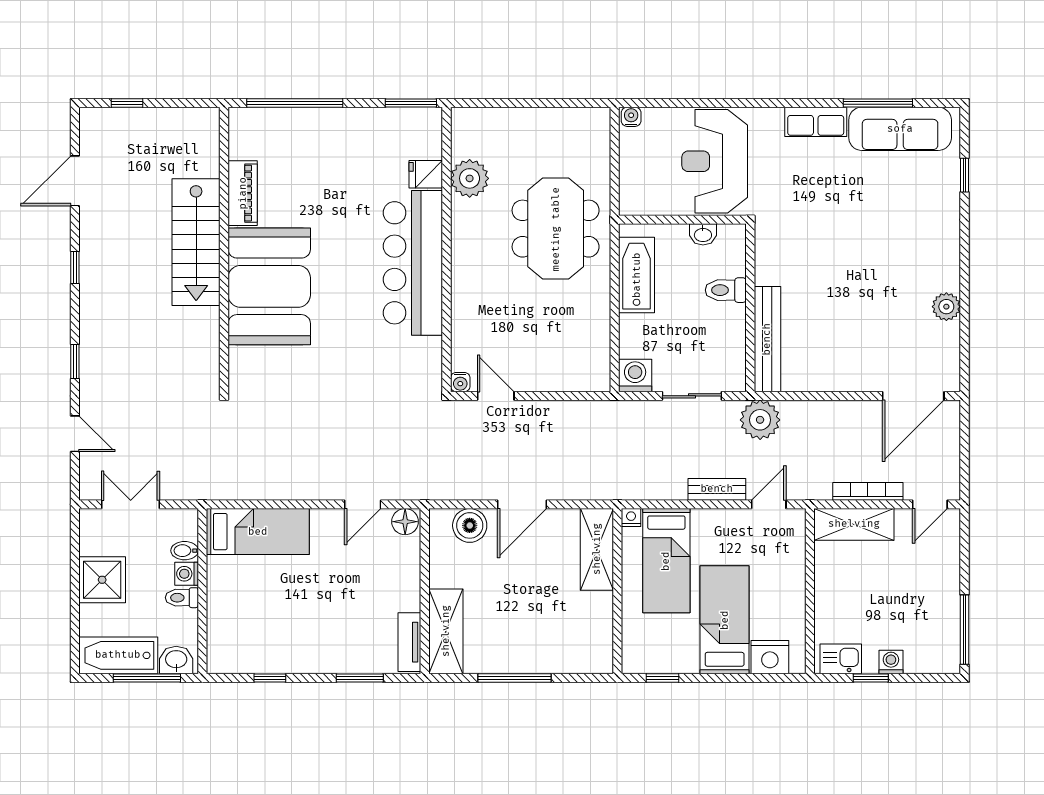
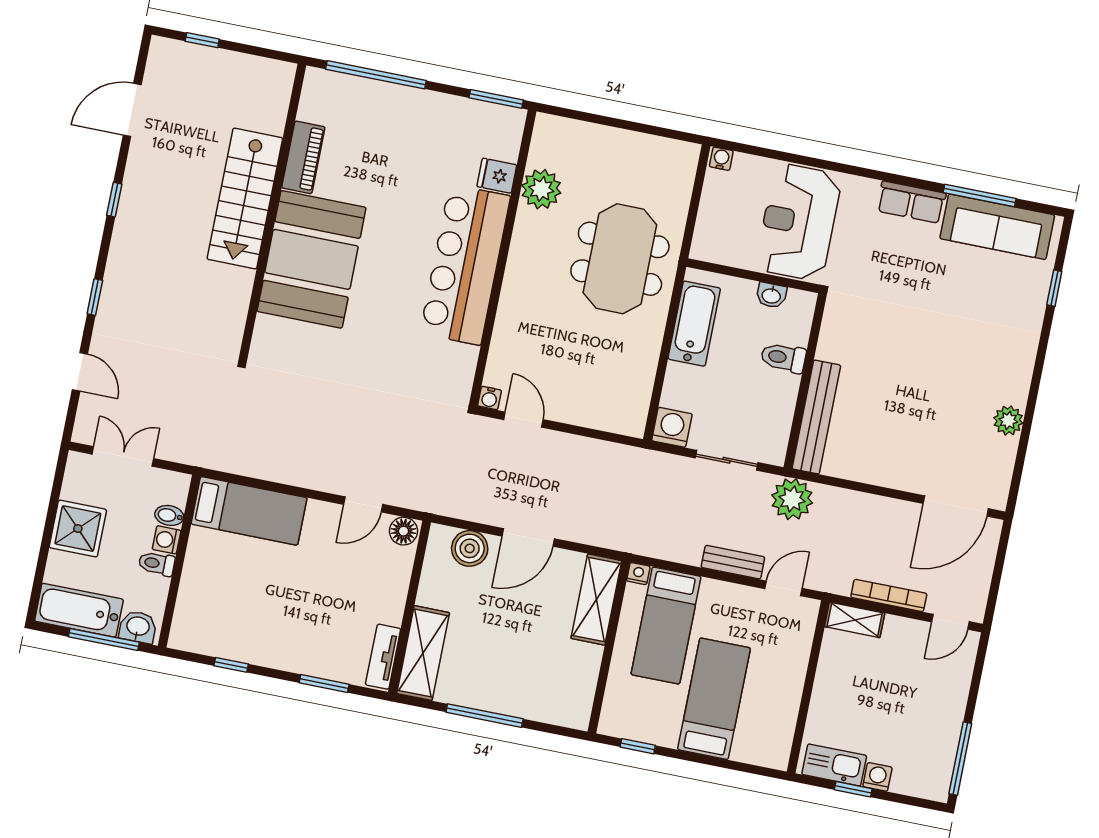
shelving: (854, 524) -> (855, 620), width x0.67, depth x0.75
nightstand: (770, 657) -> (753, 747), removed
kitchen sink: (841, 659) -> (834, 765), width x1.38

